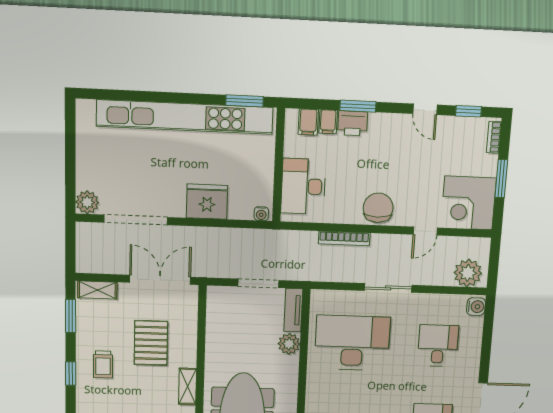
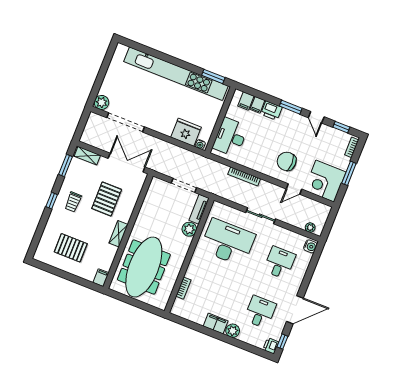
window: (358, 106) -> (291, 107), moved
fridge: (207, 202) -> (186, 132), moved
chair: (378, 208) -> (287, 161), moved, turned -90
plant: (468, 273) -> (310, 228), width x0.53, depth x0.53

